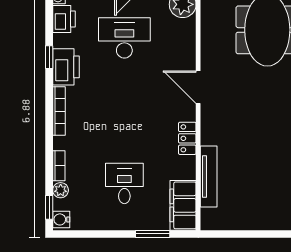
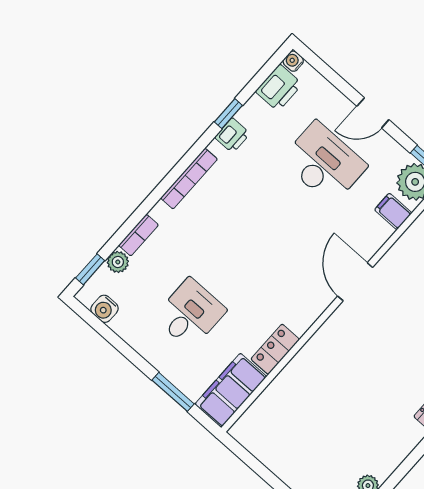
filing cabinet: (185, 31) -> (393, 211), added
printer: (66, 67) -> (232, 135), width x0.53, depth x0.68
locker: (187, 138) -> (275, 349), moved
tv unit: (209, 177) -> (284, 384), removed
water cooler: (61, 219) -> (105, 309), moved, turned -90

